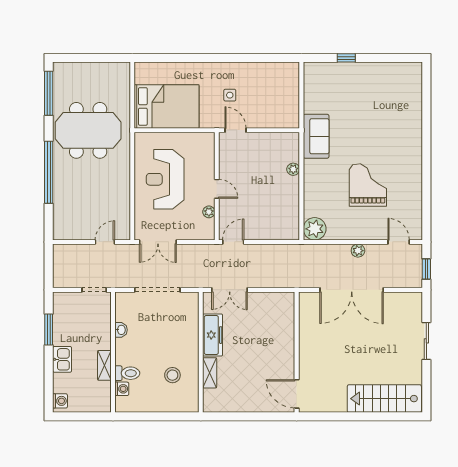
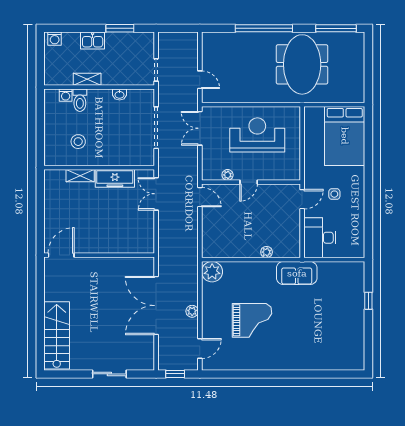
bed: (166, 106) -> (345, 136), moved
desk: (277, 111) -> (320, 238), added

